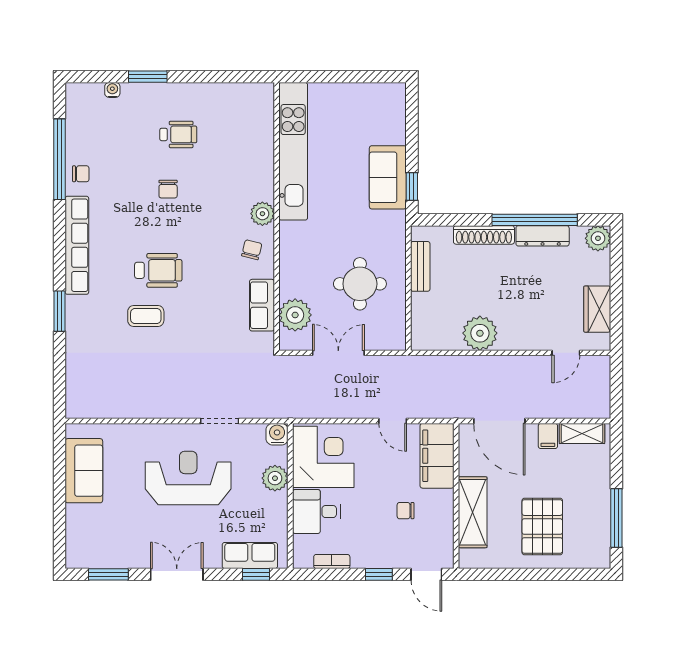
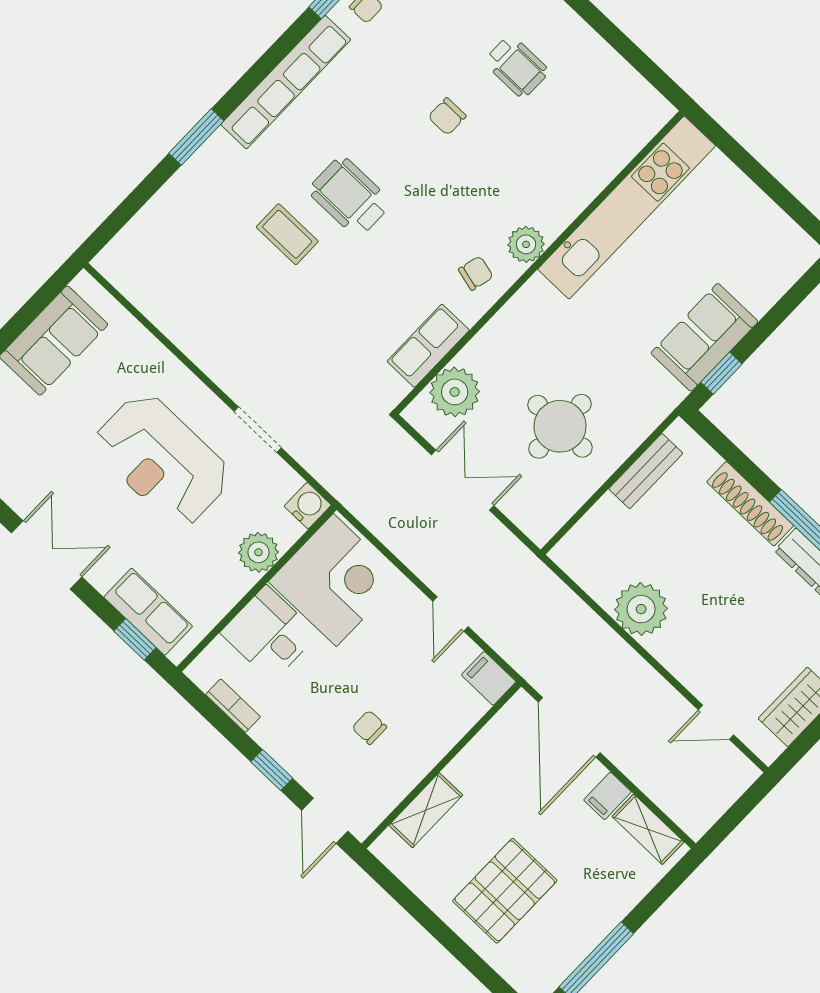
wheelchair: (158, 270) -> (350, 197), turned 180
filing cabinet: (437, 456) -> (489, 678), width x0.33, depth x0.86
reception desk: (188, 478) -> (162, 460), turned 180
shelving: (473, 512) -> (426, 810), width x0.67, depth x0.75

